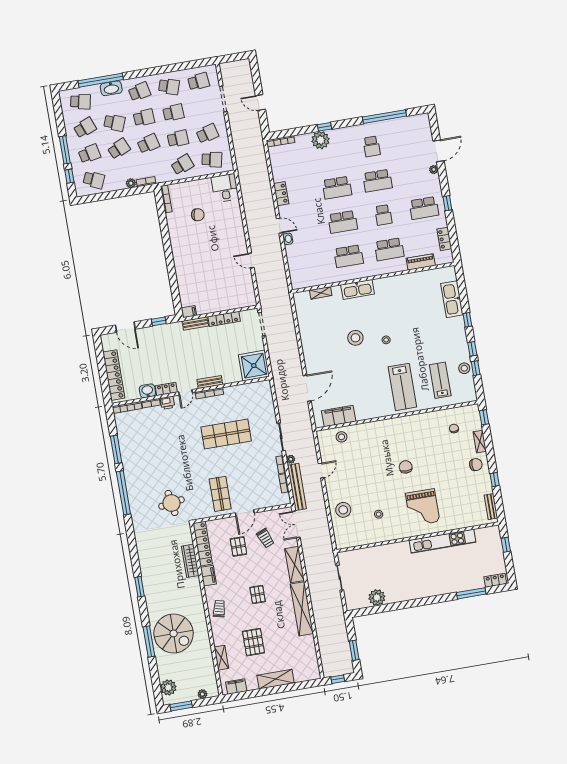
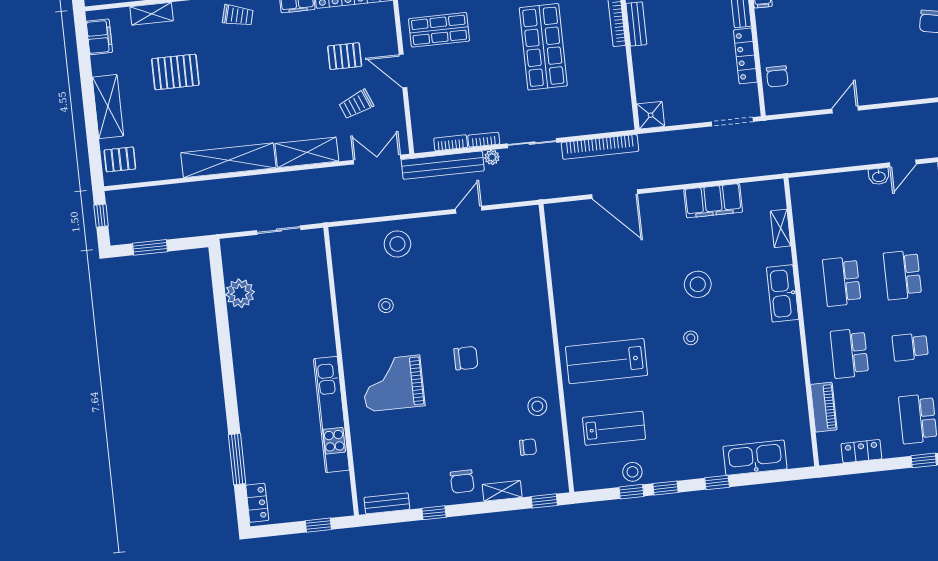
chair: (235, 300) -> (777, 76), added
shower: (254, 366) -> (651, 115), width x0.54, depth x0.54
bookcase: (281, 398) -> (600, 147), added
filing cabinet: (339, 416) -> (713, 201), moved, turned 90
stool: (342, 437) -> (537, 406), moved
door: (321, 471) -> (469, 210), swing flipped
pallet: (258, 595) -> (120, 159), moved

